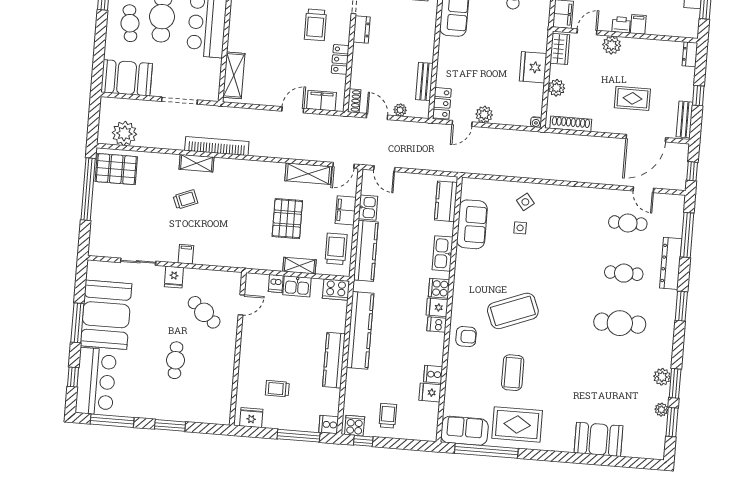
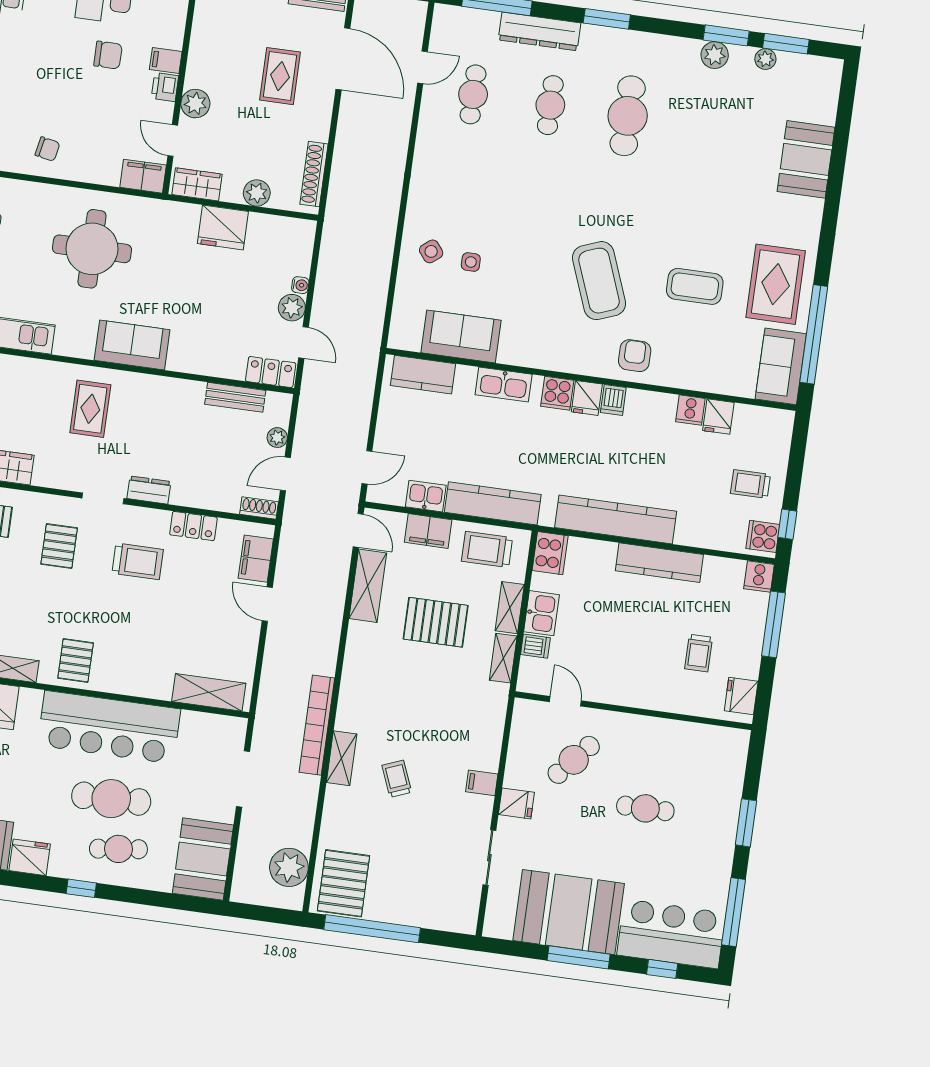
water cooler: (536, 122) -> (300, 285), moved
shelving: (267, 263) -> (503, 658), added

